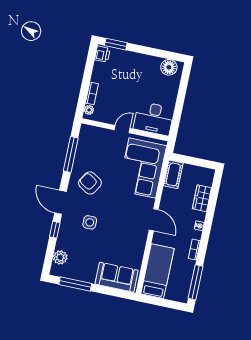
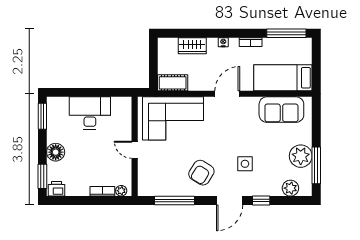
window: (168, 55) -> (42, 116), added
floor lamp: (169, 67) -> (56, 152), moved
desk: (154, 118) -> (90, 113), moved, turned -90
plant: (86, 272) -> (301, 156), added
sofa: (117, 277) -> (281, 110), moved, turned -90

